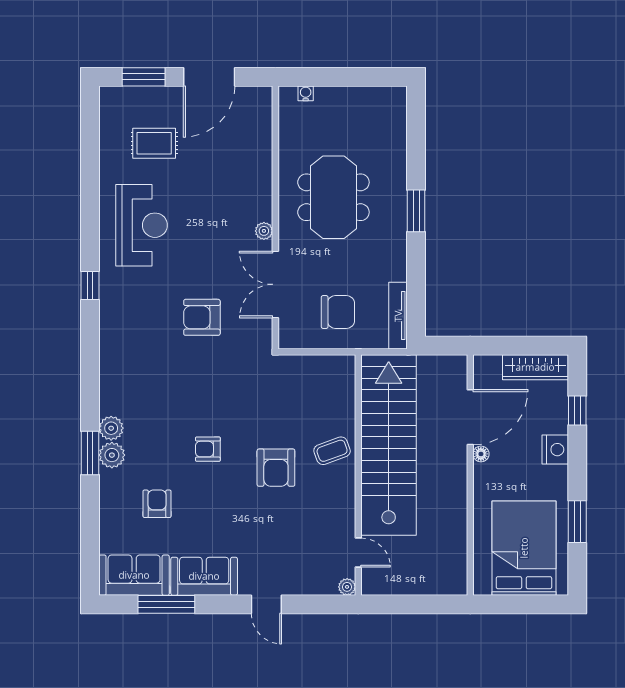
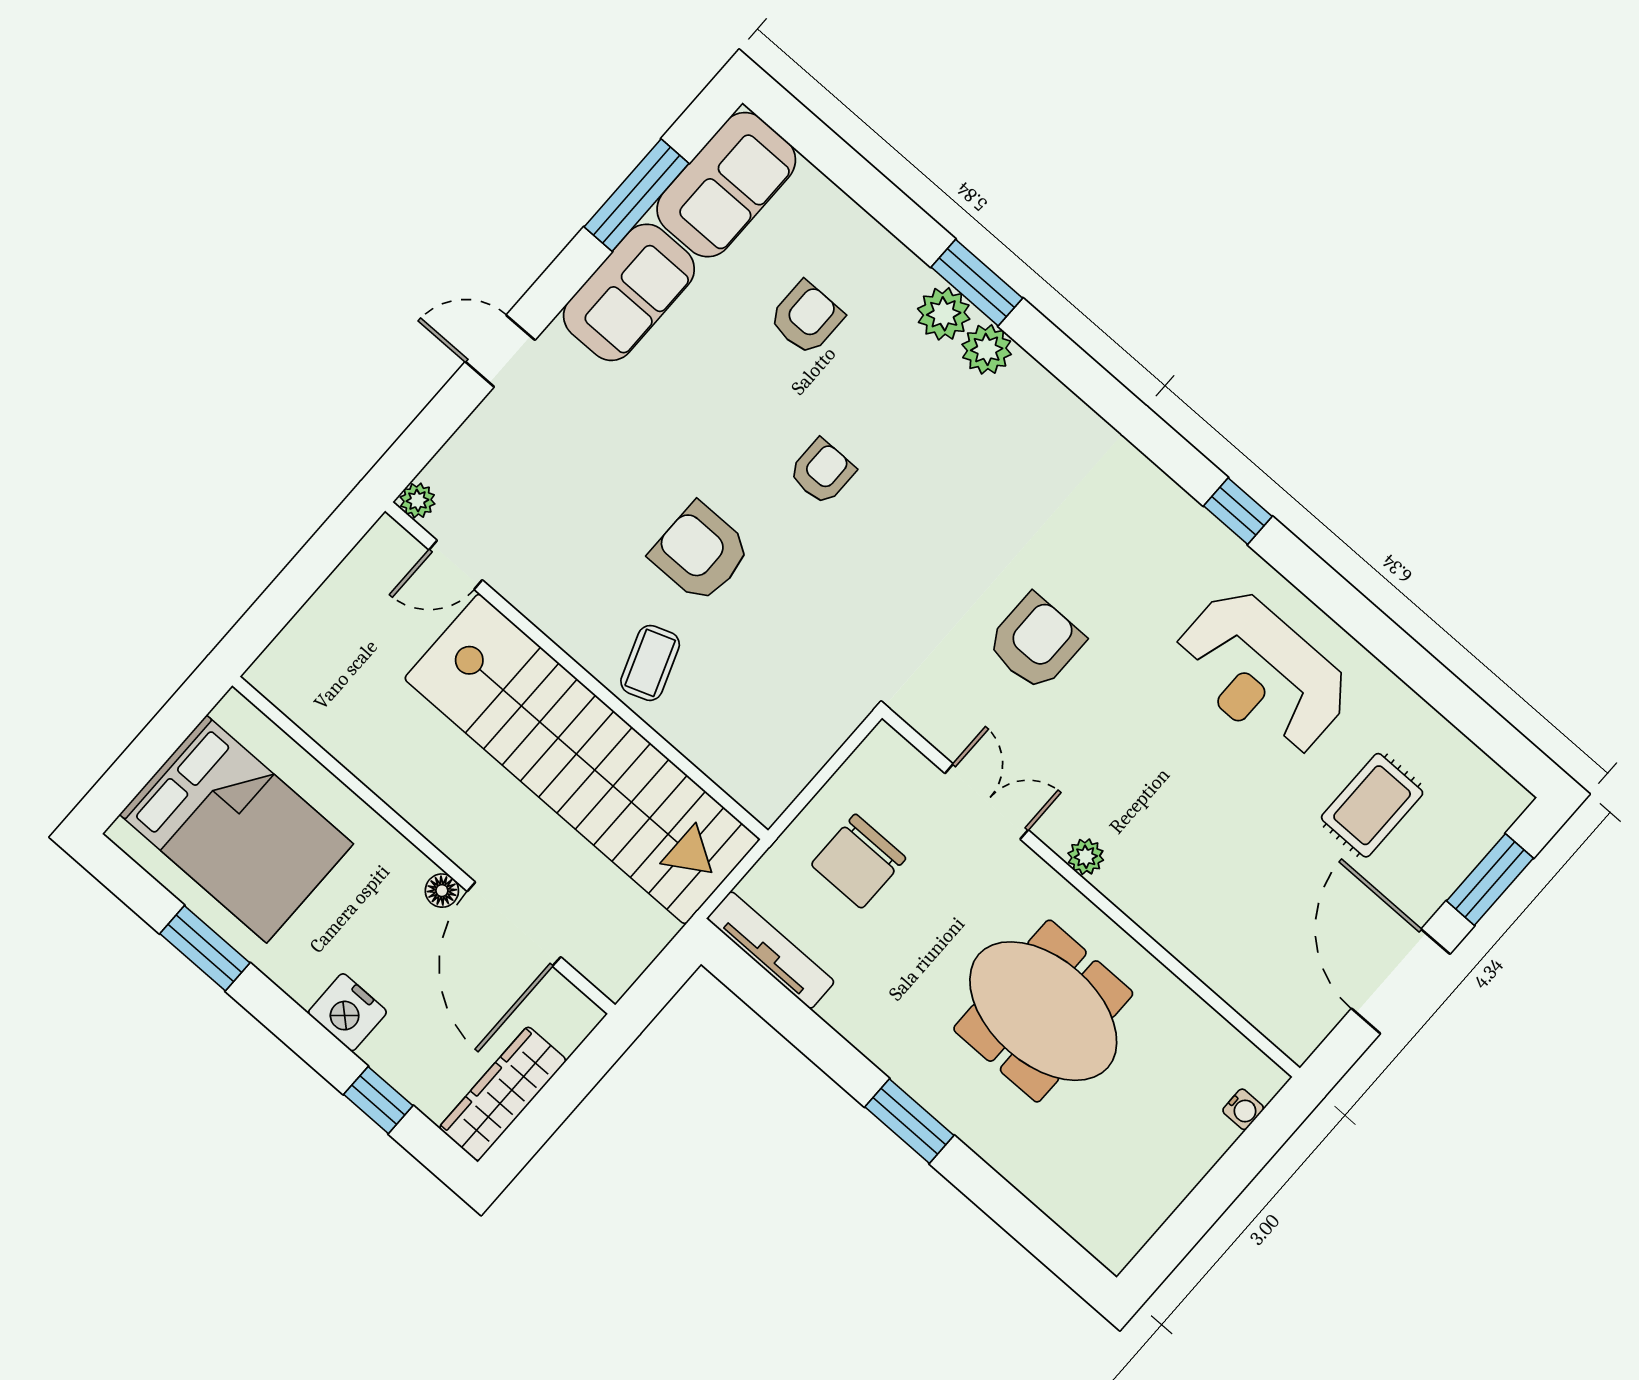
double door: (275, 284) -> (987, 802), width x0.73
armchair: (157, 504) -> (806, 318), turned -90

